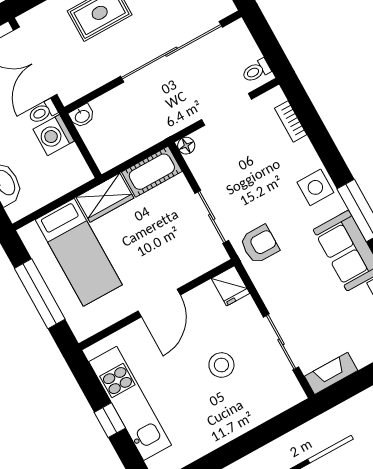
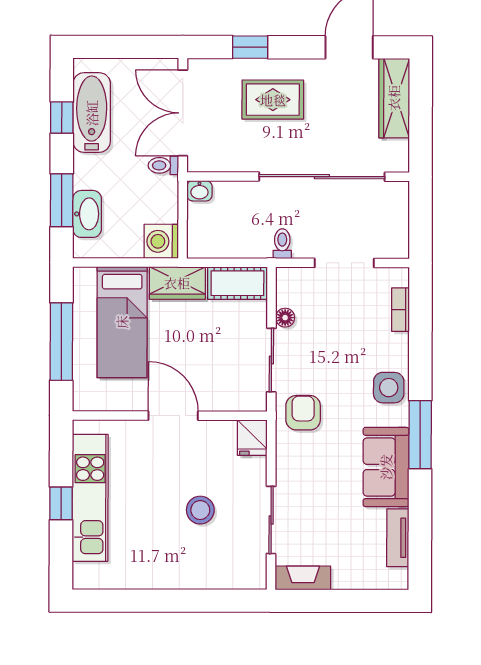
toilet: (256, 71) -> (282, 244), moved, turned 90
washing machine: (54, 135) -> (161, 241), moved
floor lamp: (186, 146) -> (285, 318), moved
armchair: (259, 244) -> (303, 413), turned -90
door: (159, 303) -> (173, 416), swing flipped

